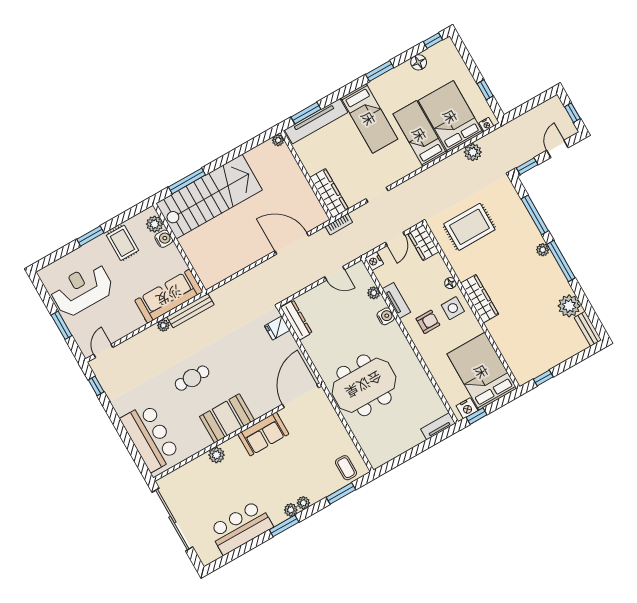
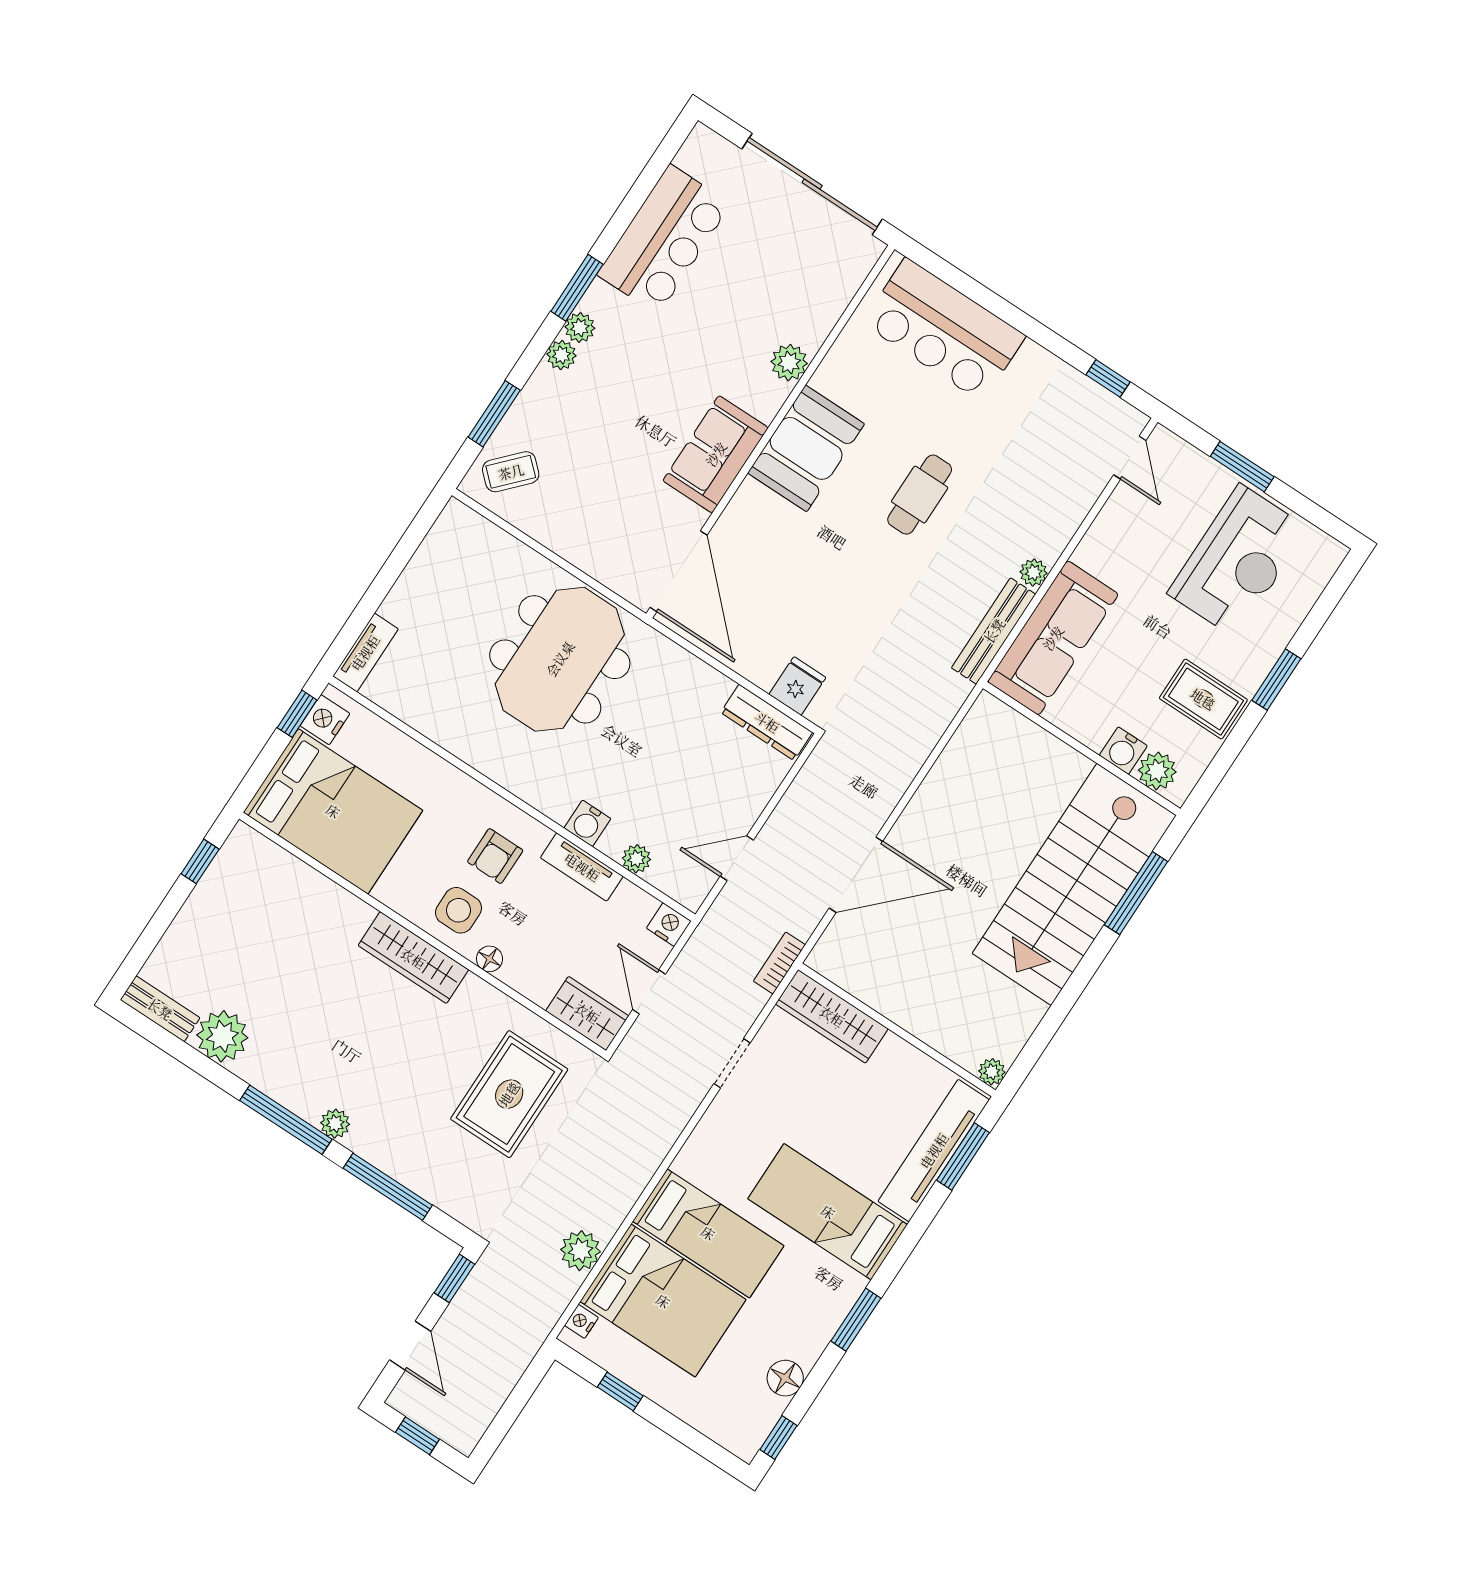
coffee table: (346, 468) -> (511, 472), turned -47

